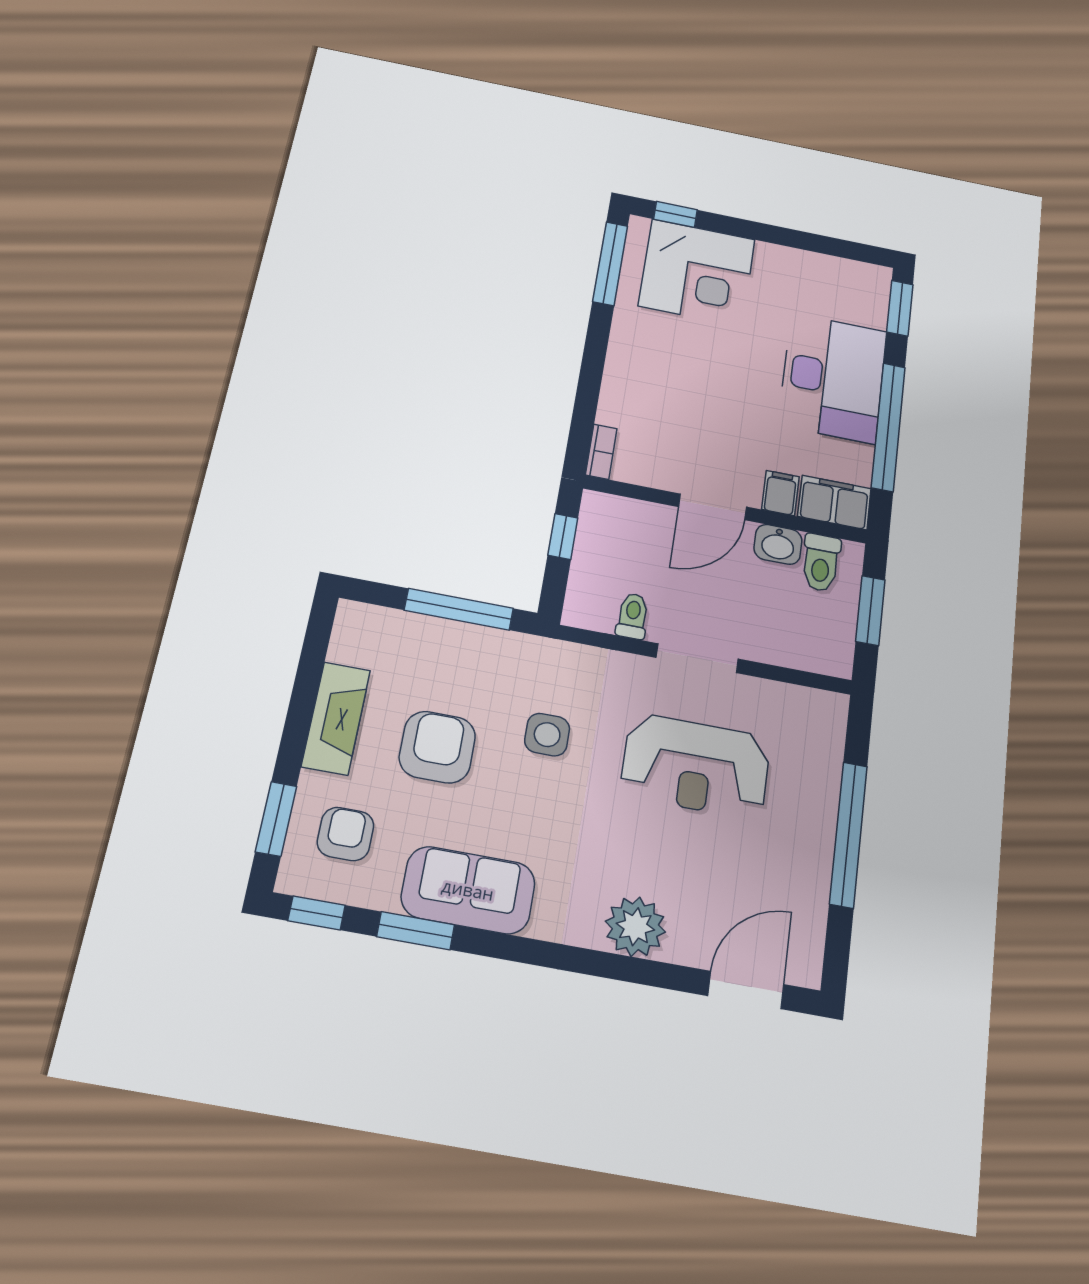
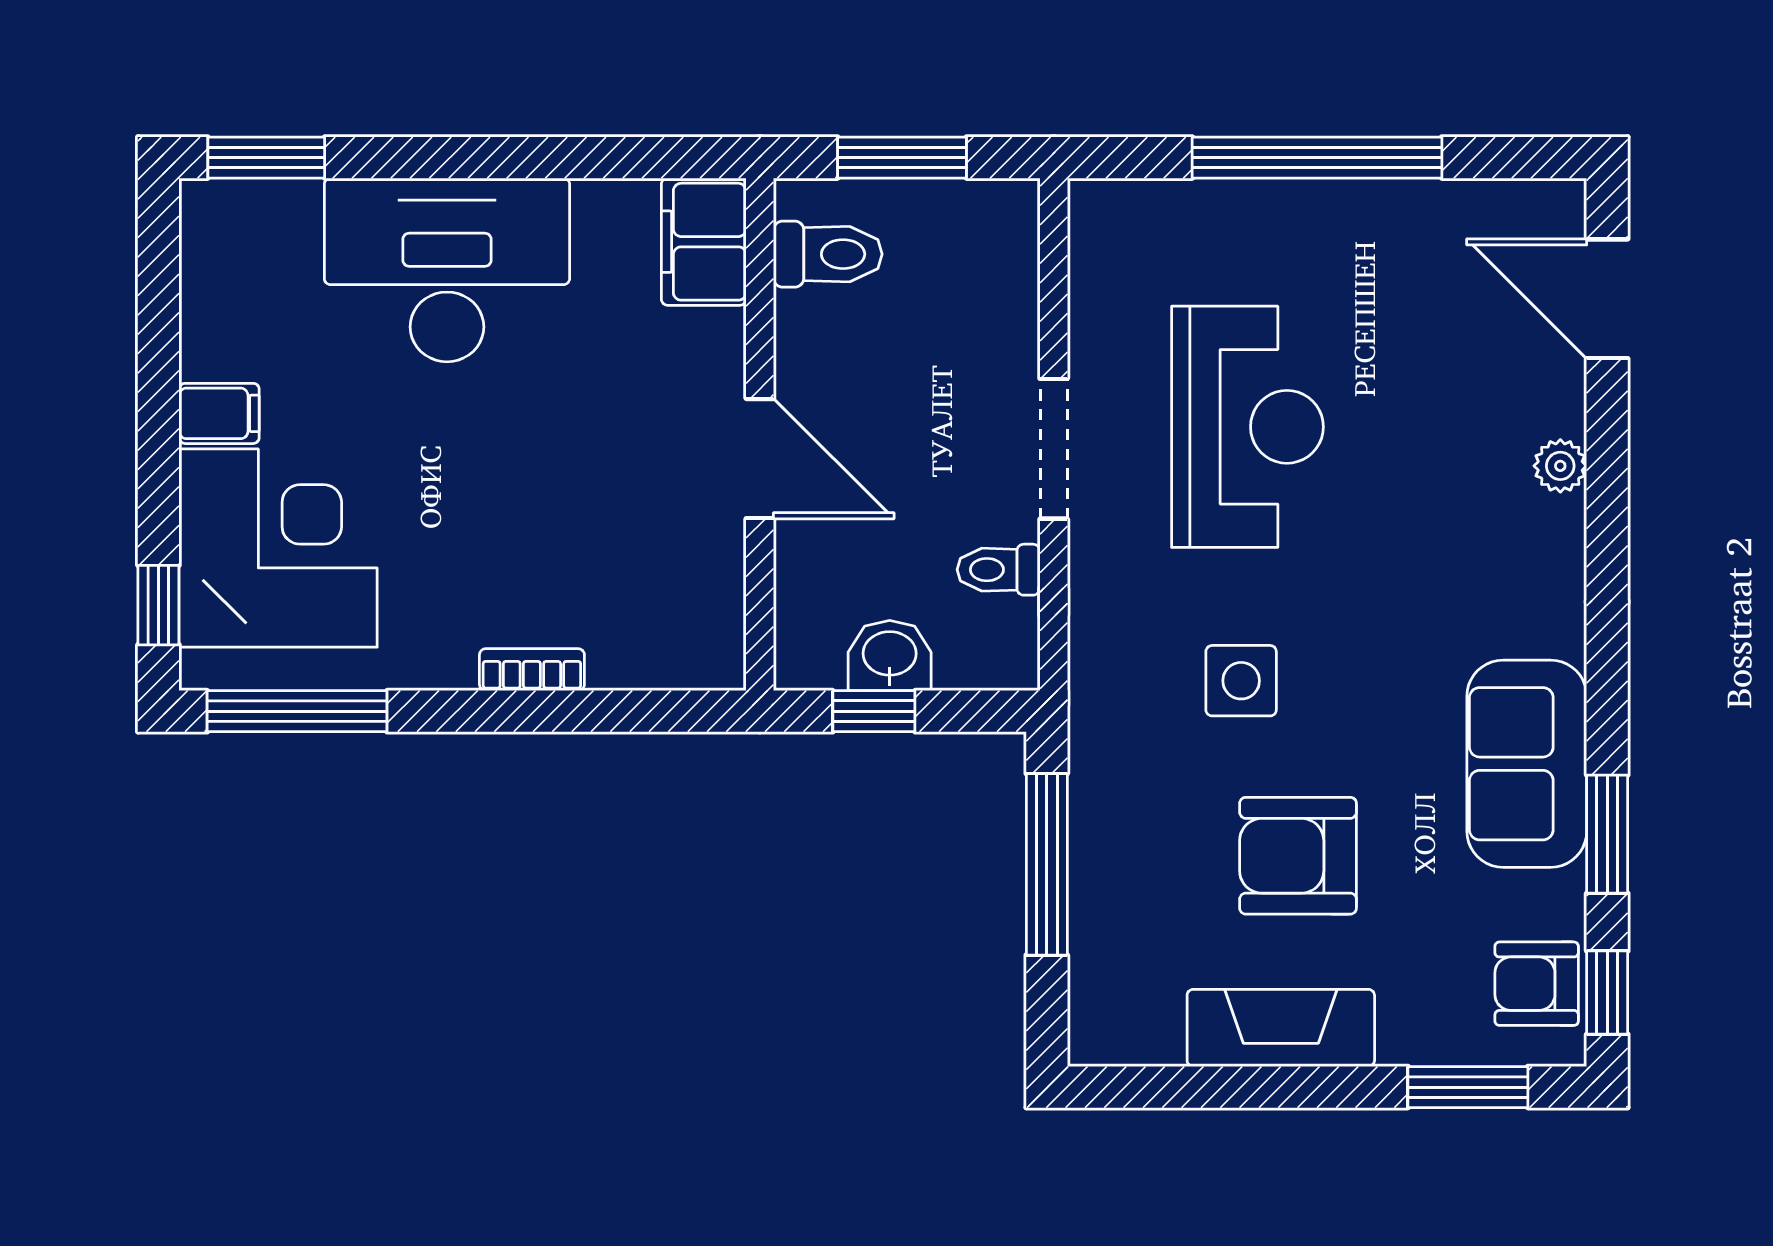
window: (888, 427) -> (527, 158), removed
bookcase: (601, 452) -> (532, 670), moved
filing cabinet: (780, 493) -> (219, 413), moved, turned 180
washbasin: (778, 544) -> (890, 656), moved, turned -90
armchair: (346, 834) -> (1537, 984), moved
plant: (635, 927) -> (1560, 466), width x0.53, depth x0.53

